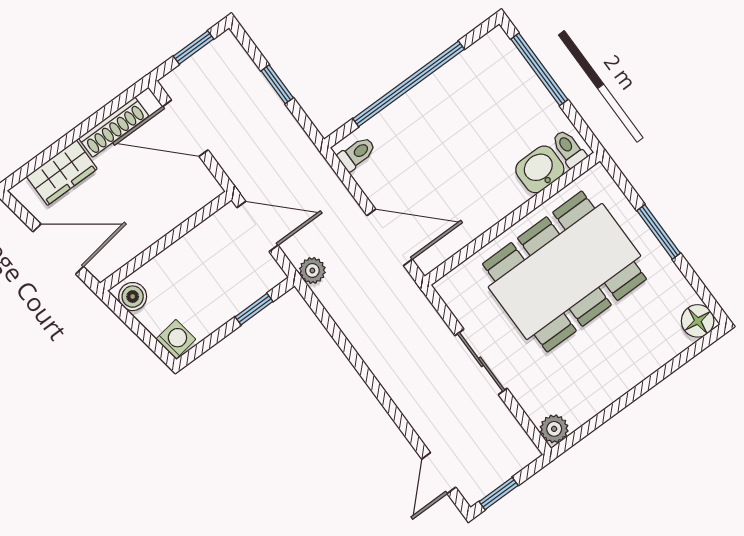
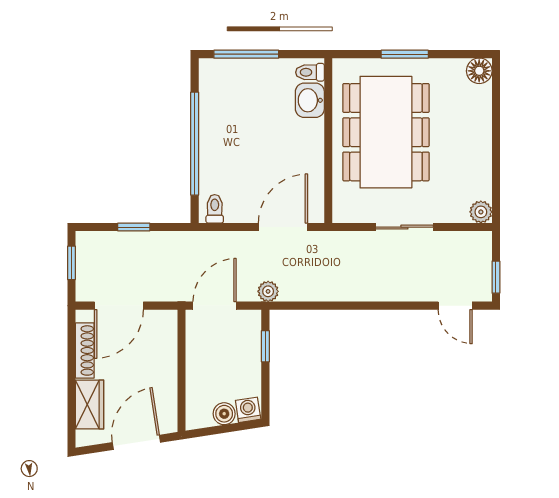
boiler: (133, 297) -> (224, 414), moved

